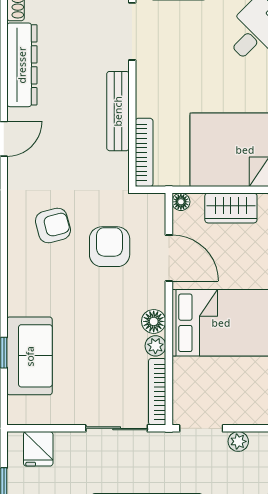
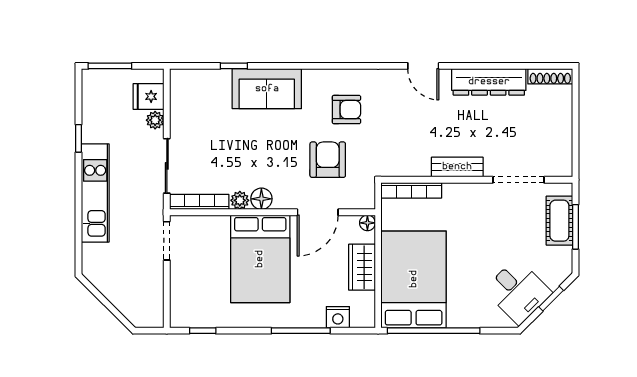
bench: (118, 111) -> (457, 167), width x0.73
armchair: (53, 226) -> (346, 110), turned -75
armchair: (110, 247) -> (328, 160), turned -90
sofa: (30, 356) -> (267, 89), moved
plant: (238, 441) -> (155, 120), moved

